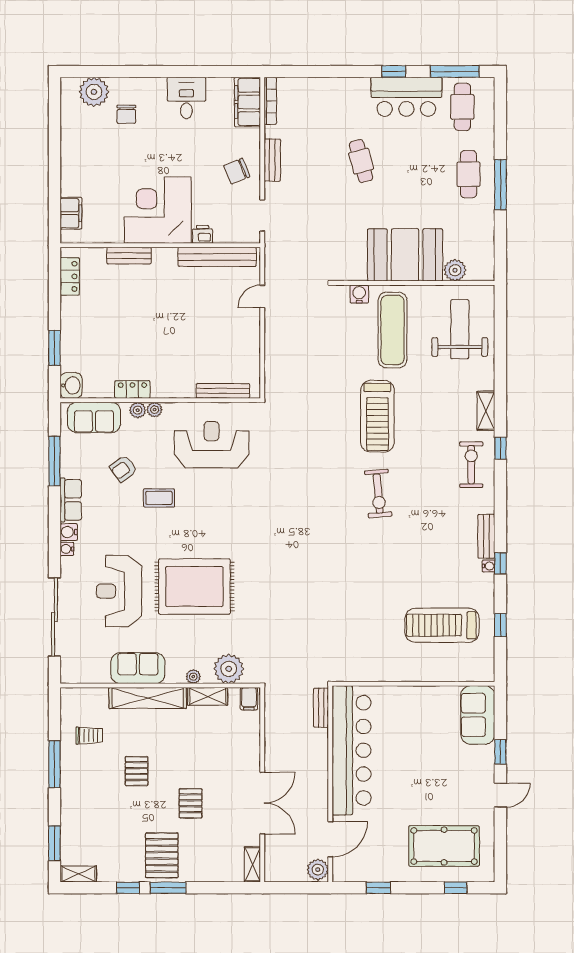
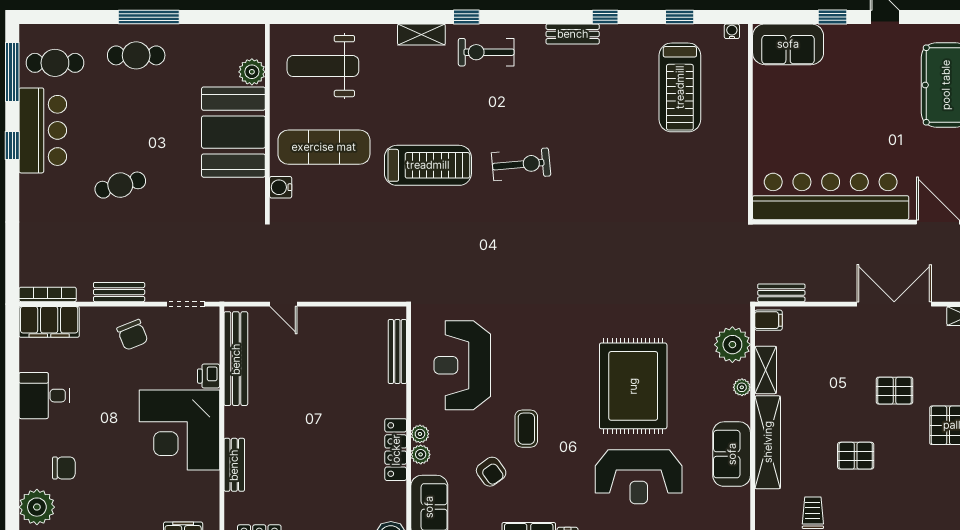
locker: (132, 390) -> (396, 450), width x1.53
water cooler: (489, 566) -> (732, 31), moved
bench: (321, 708) -> (781, 293), moved

